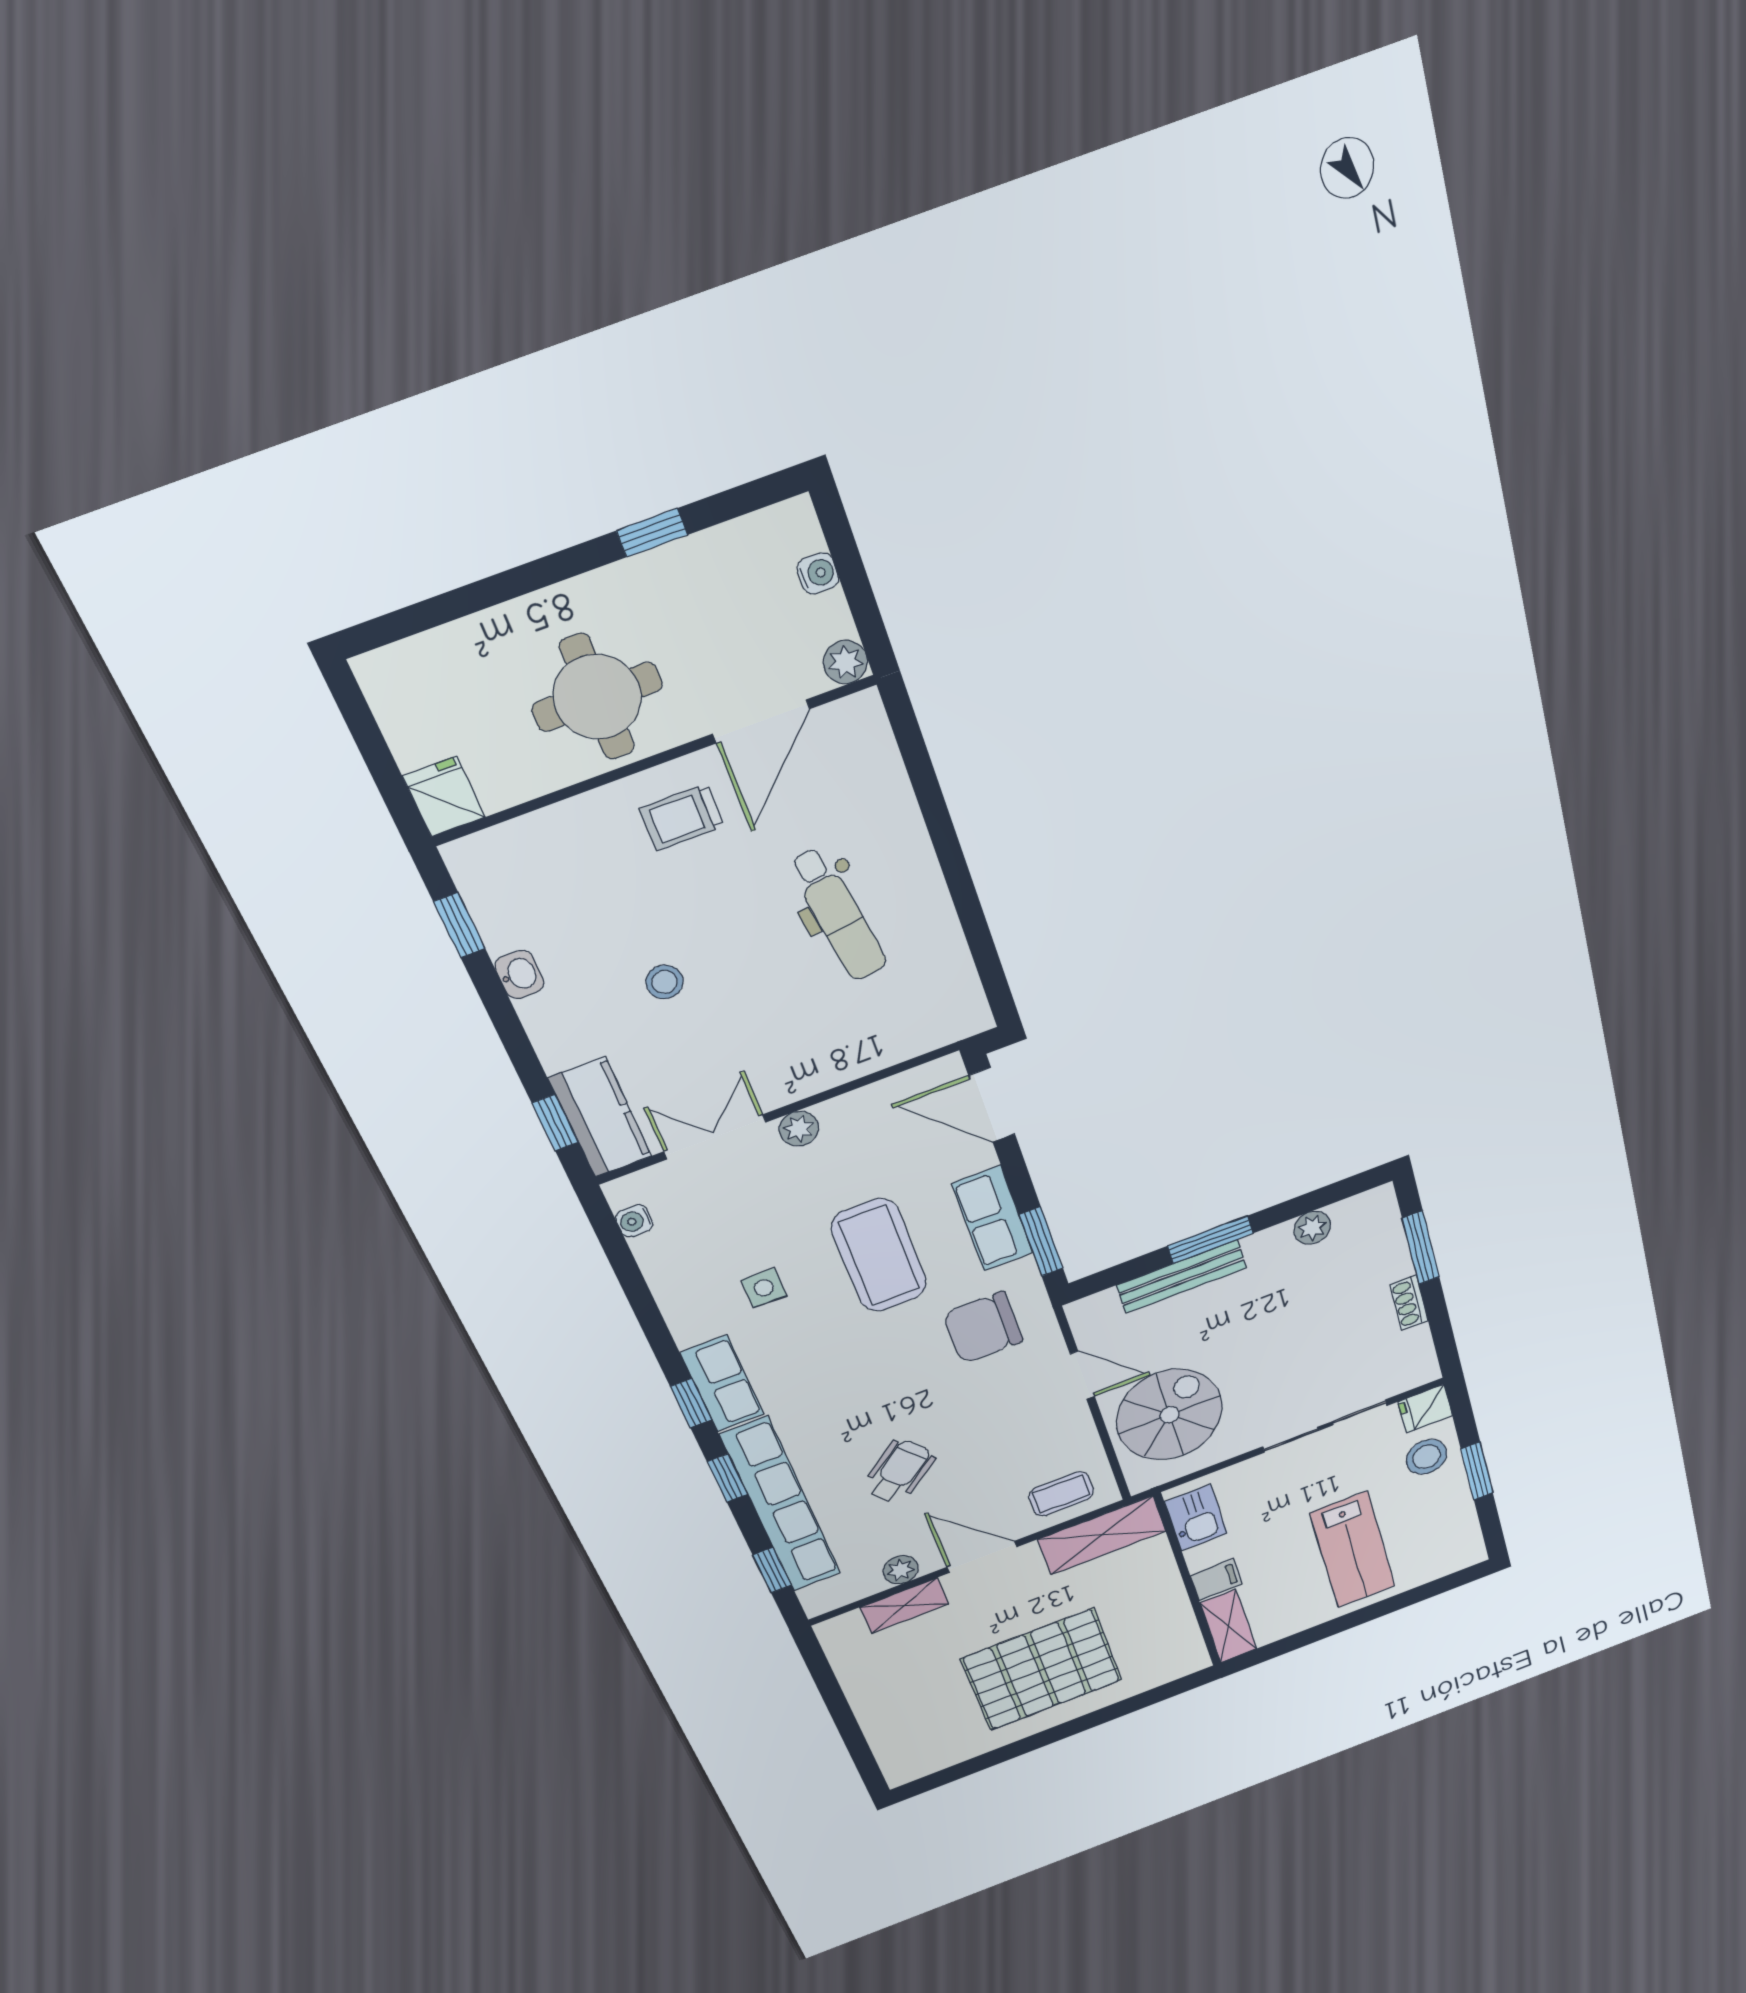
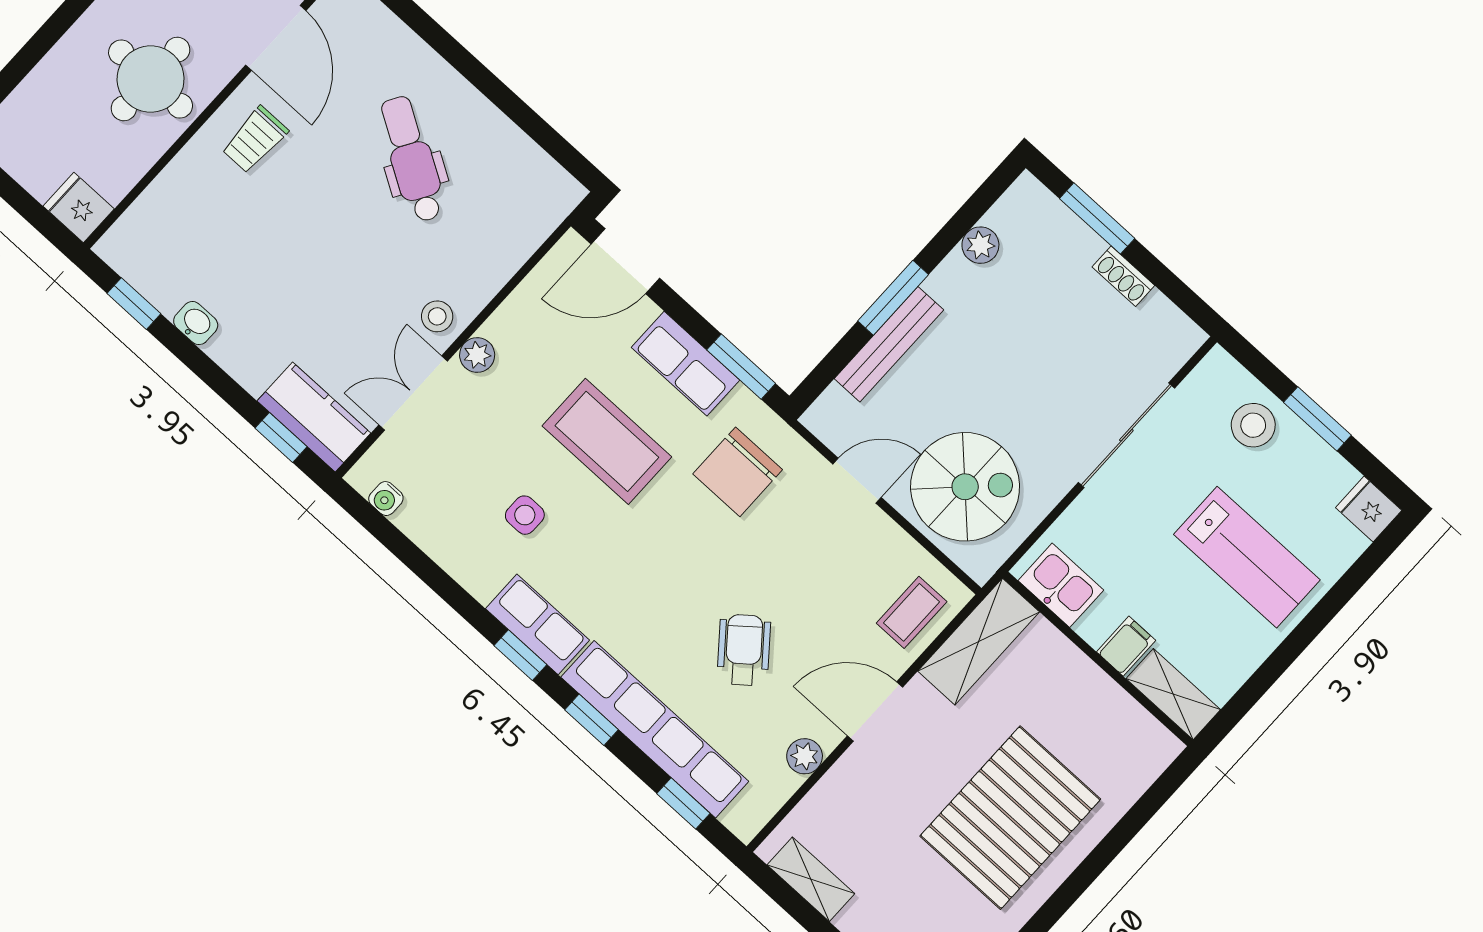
dental chair: (838, 915) -> (412, 159), turned -141
stool: (664, 982) -> (437, 316), moved
fridge: (1425, 1409) -> (1369, 509), moved, turned 90
spiral stairs: (1169, 1415) -> (965, 487), turned 90
shelving: (904, 1606) -> (811, 879), moved, turned 90

